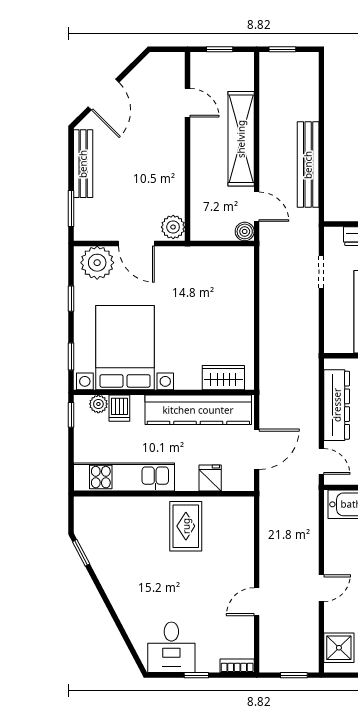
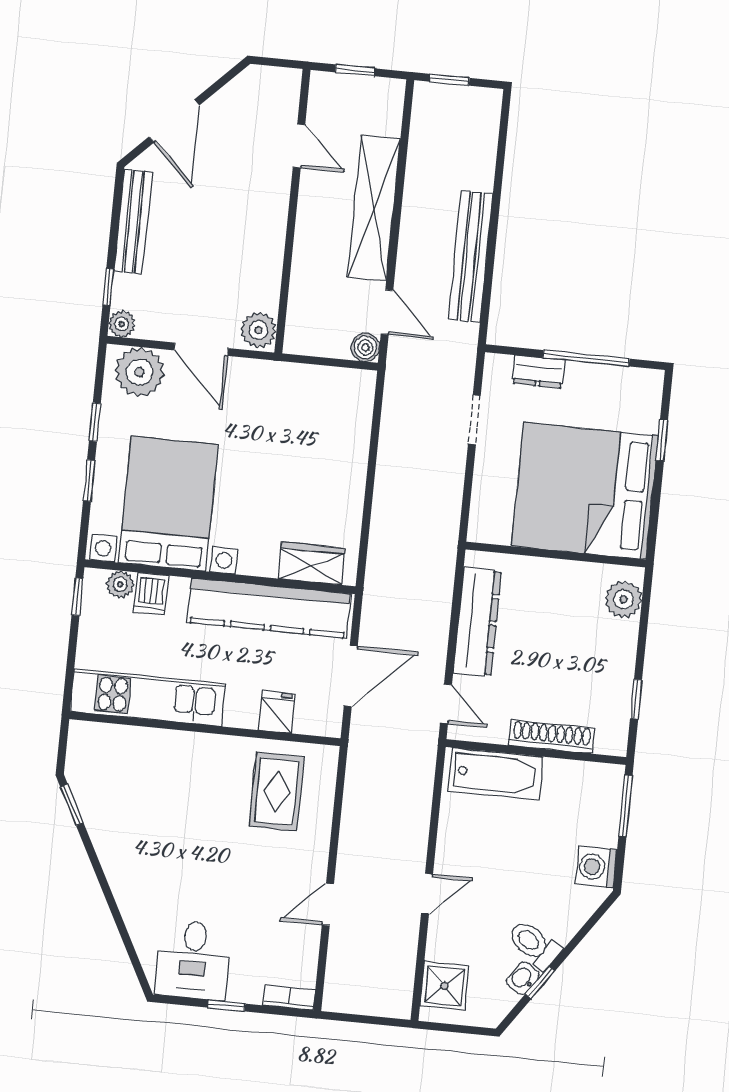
window: (71, 208) -> (108, 287), width x0.67
plant: (82, 232) -> (122, 324), added
window: (71, 357) -> (89, 480), moved
rug: (186, 526) -> (277, 792), moved
window: (294, 675) -> (373, 1020), removed

